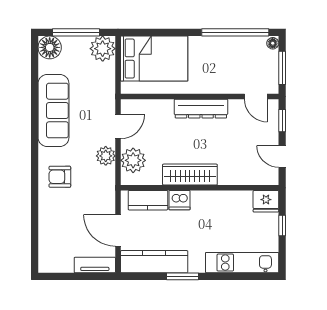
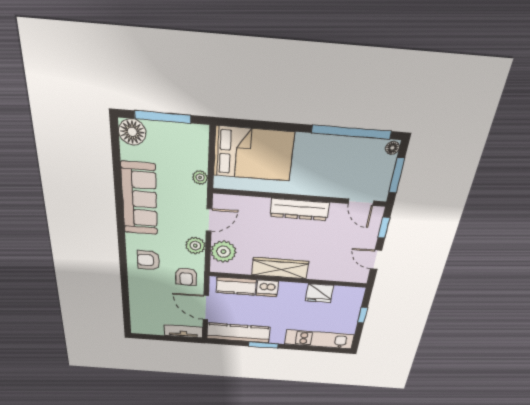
plant: (103, 49) -> (200, 177), moved, width x0.53, depth x0.53
armchair: (97, 193) -> (186, 277), added
fridge: (266, 201) -> (320, 293), moved

